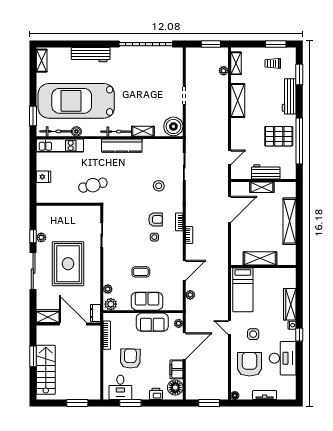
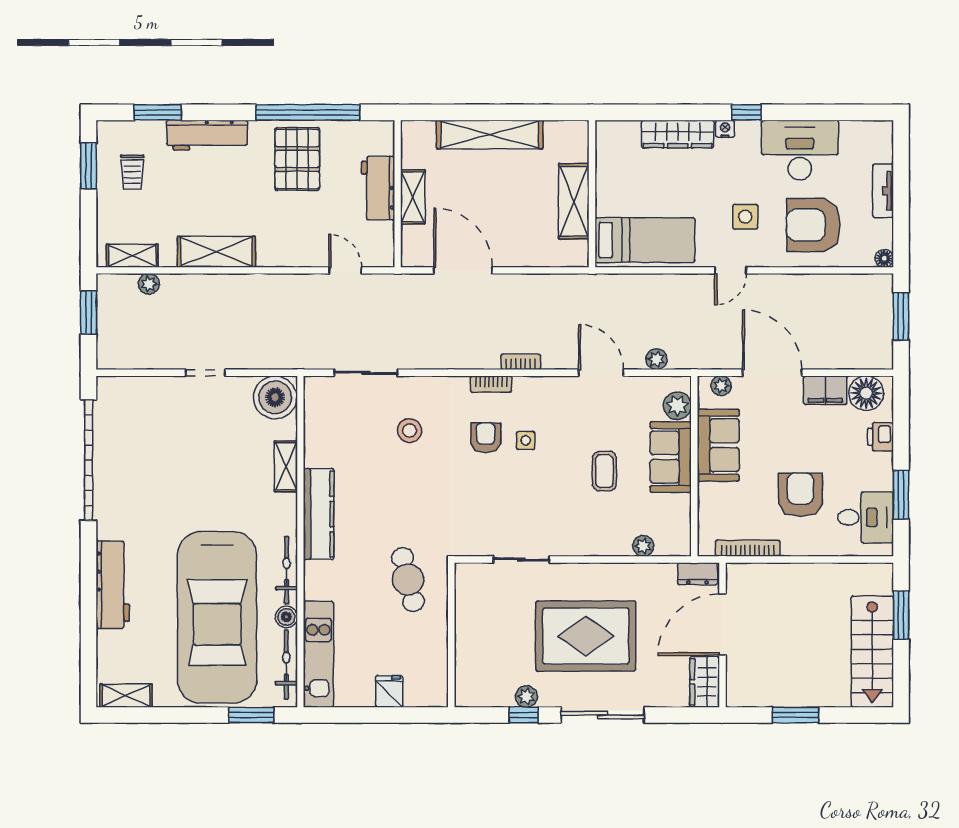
bicycle: (116, 132) -> (287, 570), moved
plant: (111, 304) -> (677, 406), moved
armchair: (130, 358) -> (800, 495), turned 89
stairs: (46, 370) -> (872, 652), moved, turned -90

